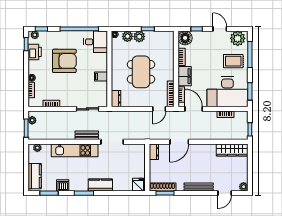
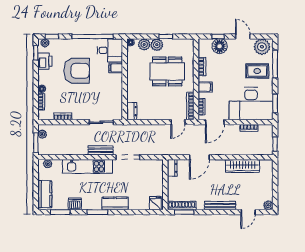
floor lamp: (185, 38) -> (220, 46), moved
dining table: (141, 72) -> (167, 71), moved, turned 90
filing cabinet: (185, 76) -> (205, 87), width x0.50
filing cabinet: (101, 77) -> (116, 68), moved
door: (194, 109) -> (215, 122), swing flipped
wardrobe: (232, 150) -> (242, 166), moved

